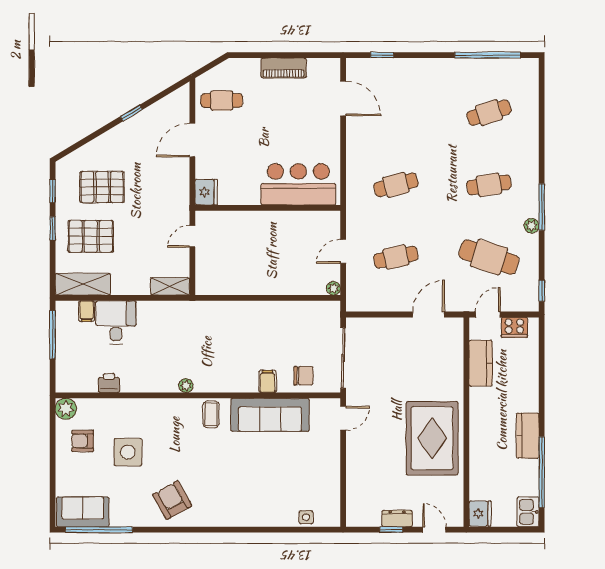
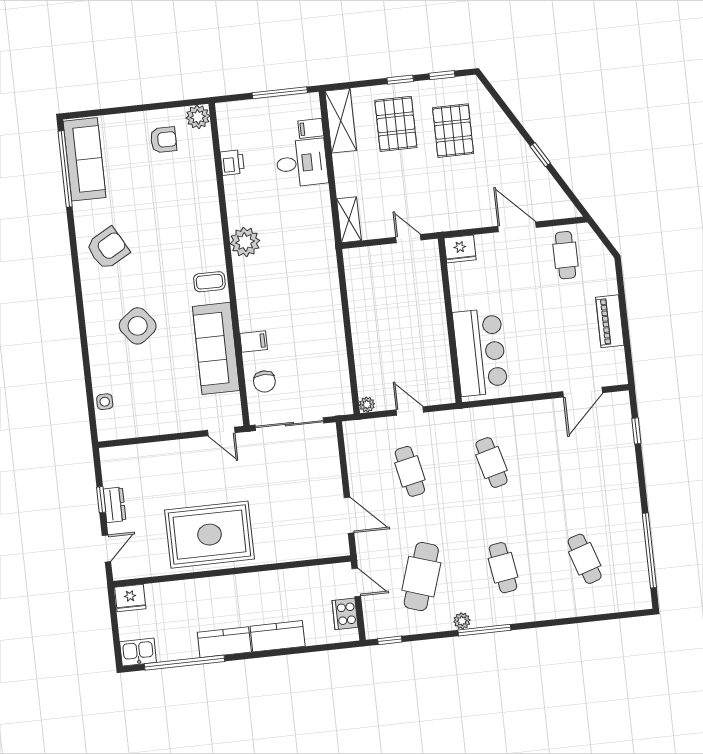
kitchen counter: (481, 363) -> (278, 636), moved, turned 180
plant: (186, 386) -> (245, 242), width x1.88, depth x1.88
armchair: (83, 441) -> (164, 140), turned 90
side table: (128, 452) -> (138, 326), moved, turned -38
sofa: (83, 512) -> (85, 159), width x1.36

